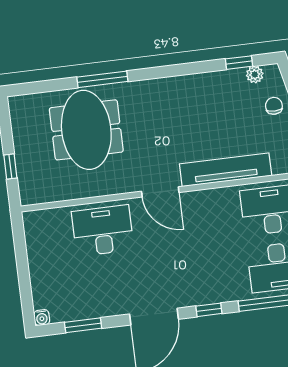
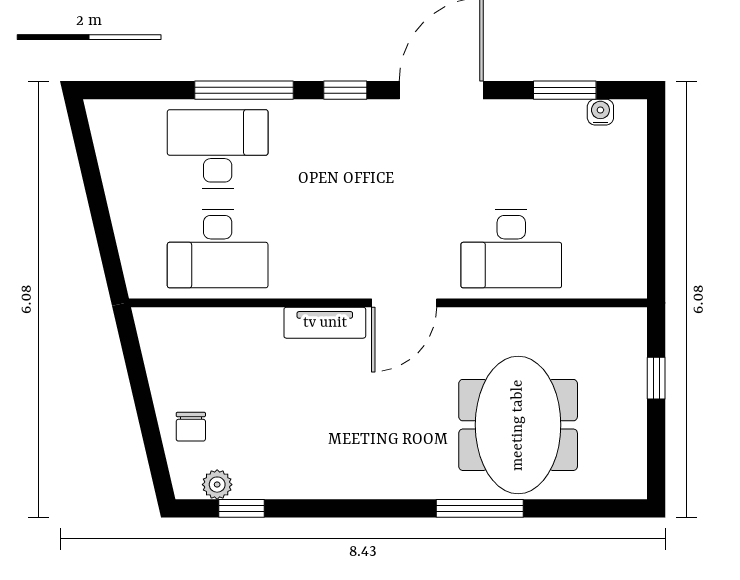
tv unit: (226, 170) -> (325, 323), width x0.52, depth x0.78
door: (160, 192) -> (404, 303), swing flipped
water cooler: (42, 318) -> (600, 112), moved

